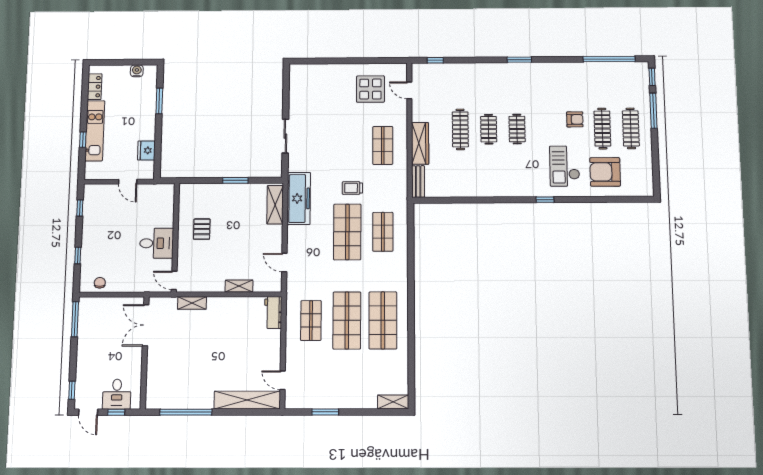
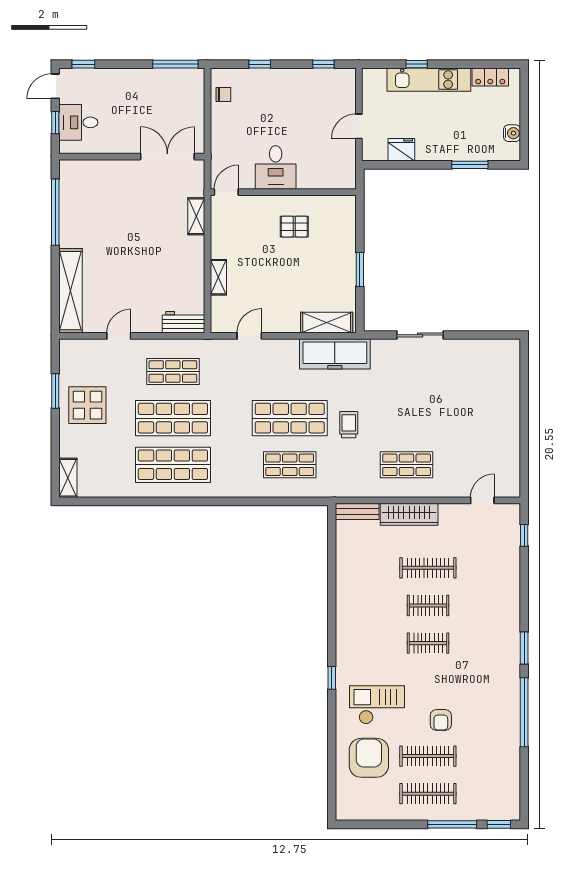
window: (609, 59) -> (524, 712), moved
display table: (370, 89) -> (87, 405), moved
door: (283, 380) -> (119, 336), moved

